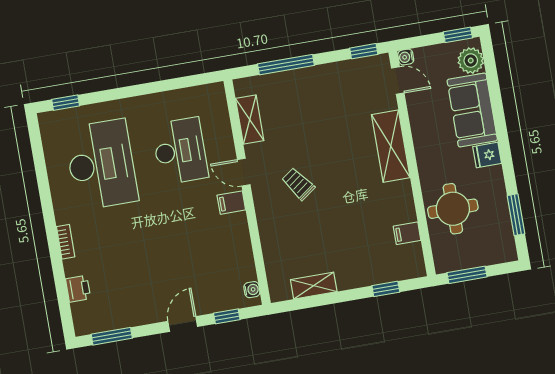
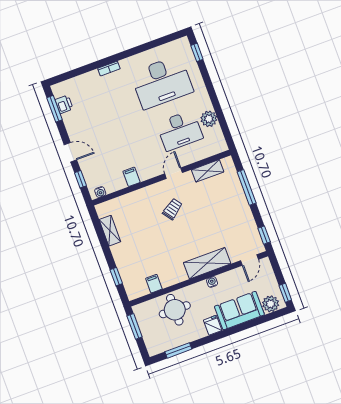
water cooler: (406, 57) -> (212, 282), moved
plant: (171, 103) -> (209, 119), added
filing cabinet: (231, 203) -> (131, 177), moved
printer: (78, 289) -> (64, 104), moved, turned -90

